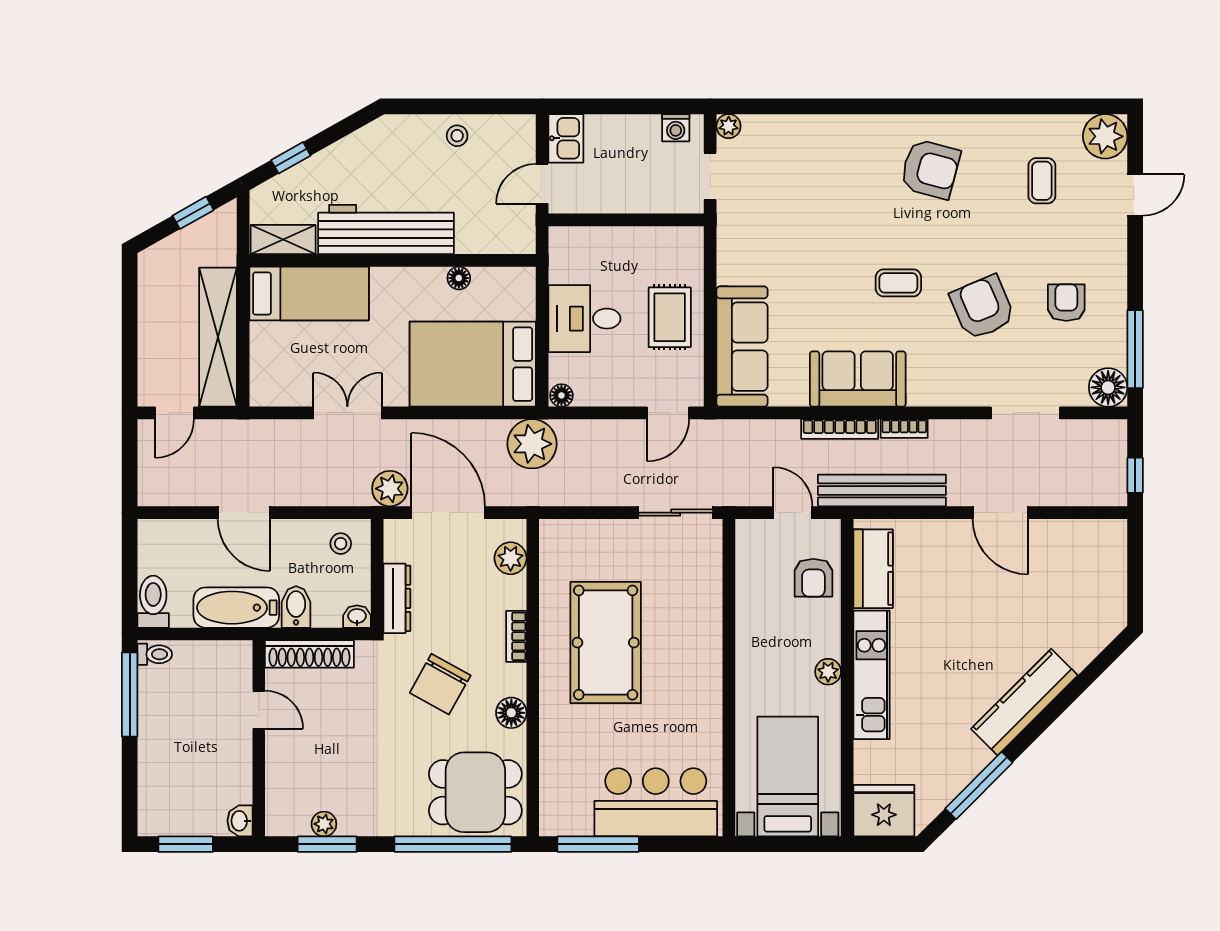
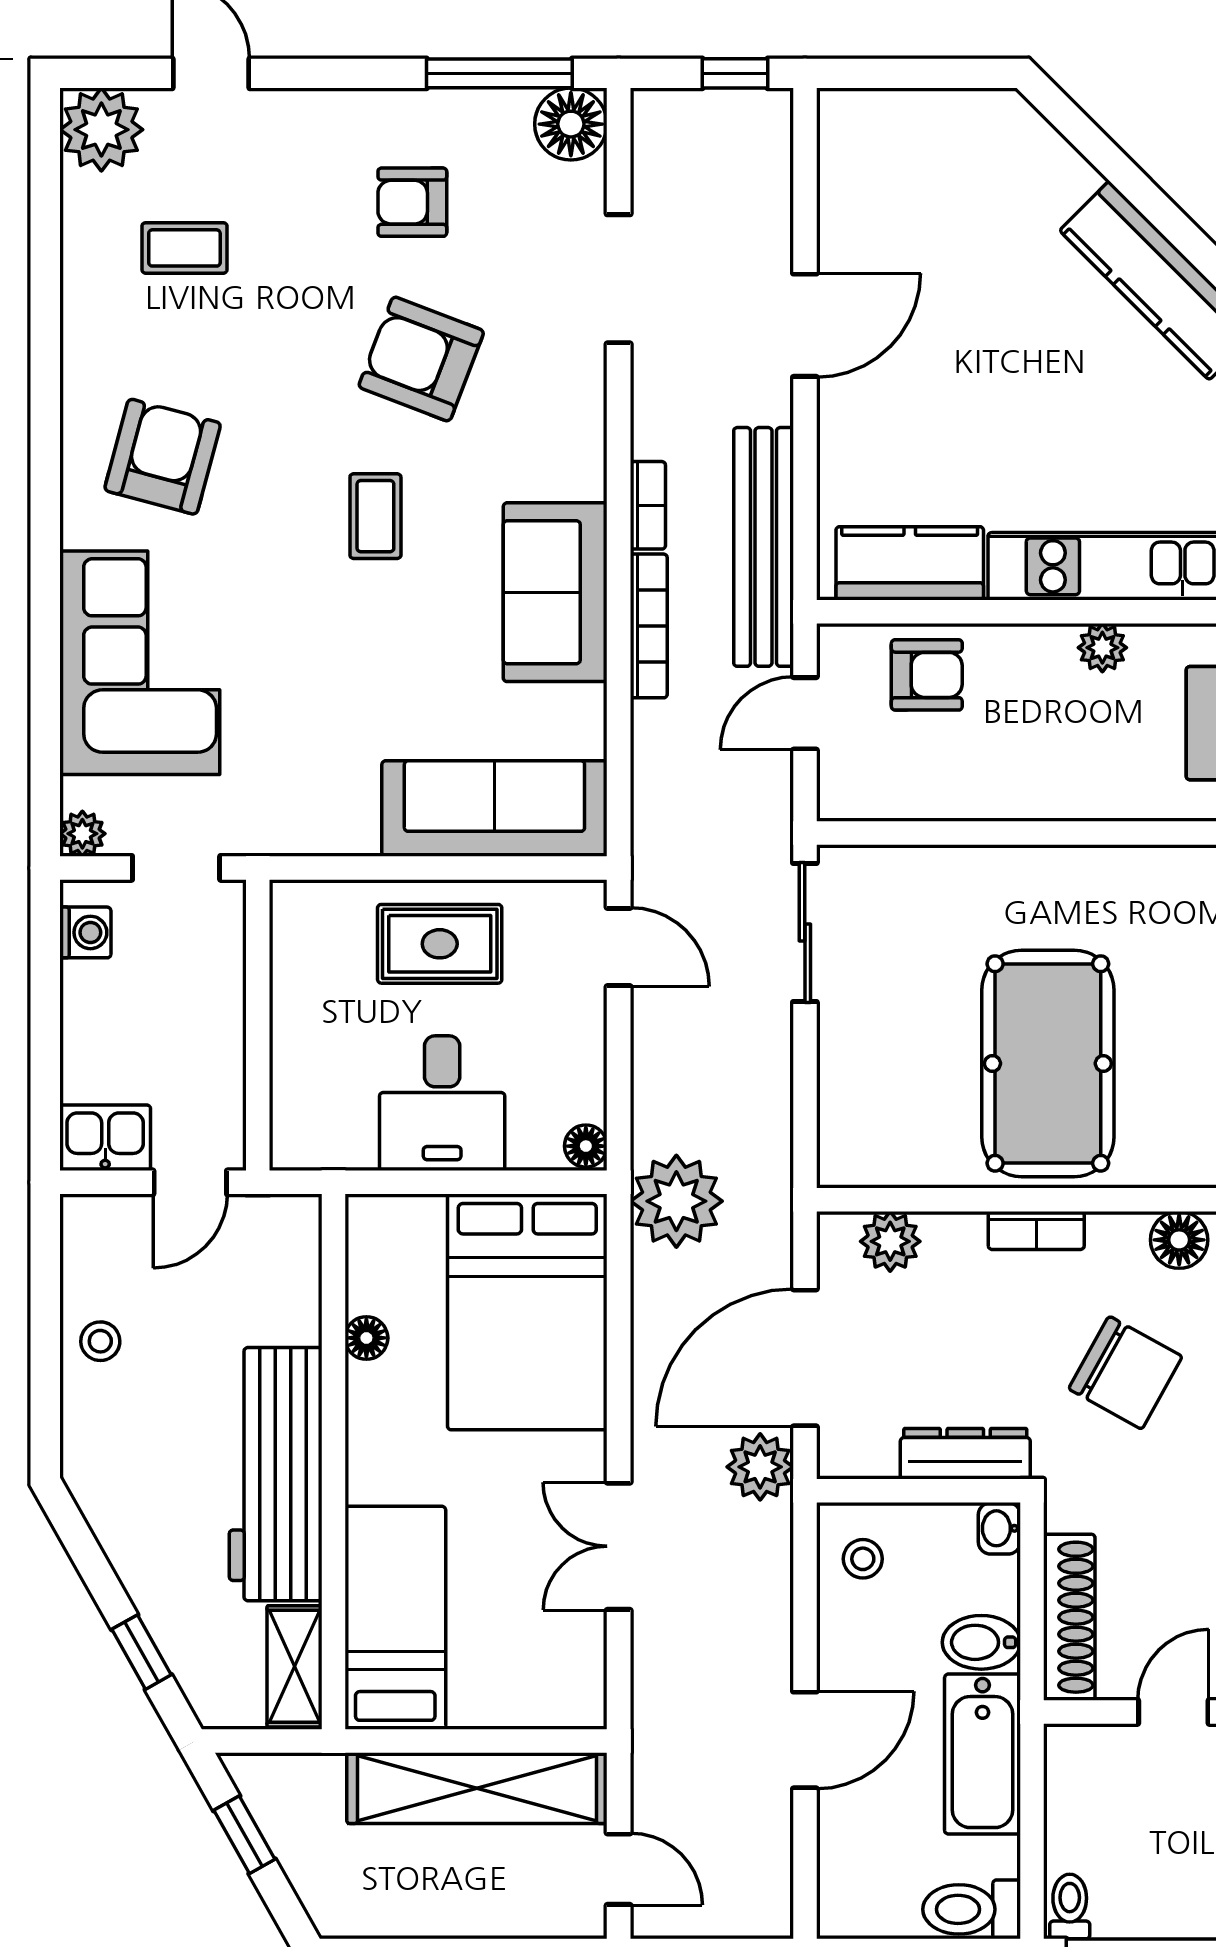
corner sofa: (820, 157) -> (140, 663), added
door: (542, 184) -> (190, 1182), hinge flipped
armchair: (982, 307) -> (421, 359), turned 44
pool table: (606, 643) -> (1048, 1063), turned 90

